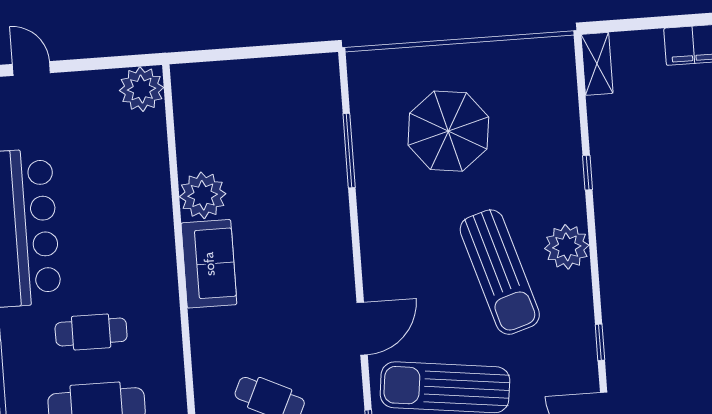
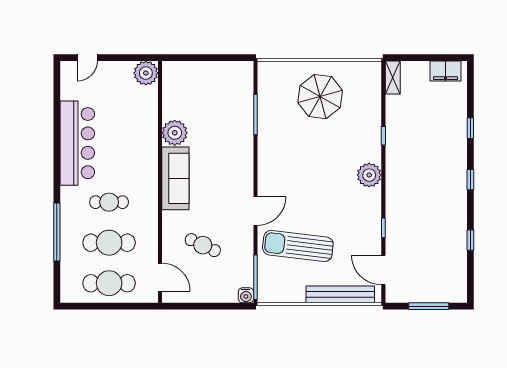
door: (31, 69) -> (87, 58), swing flipped
parasol: (448, 131) -> (320, 97), moved
sofa: (209, 264) -> (175, 178), width x1.36
sun lounger: (500, 272) -> (332, 186), removed

